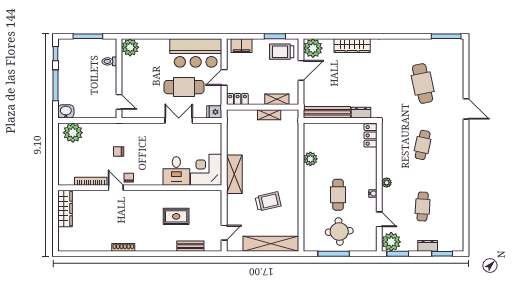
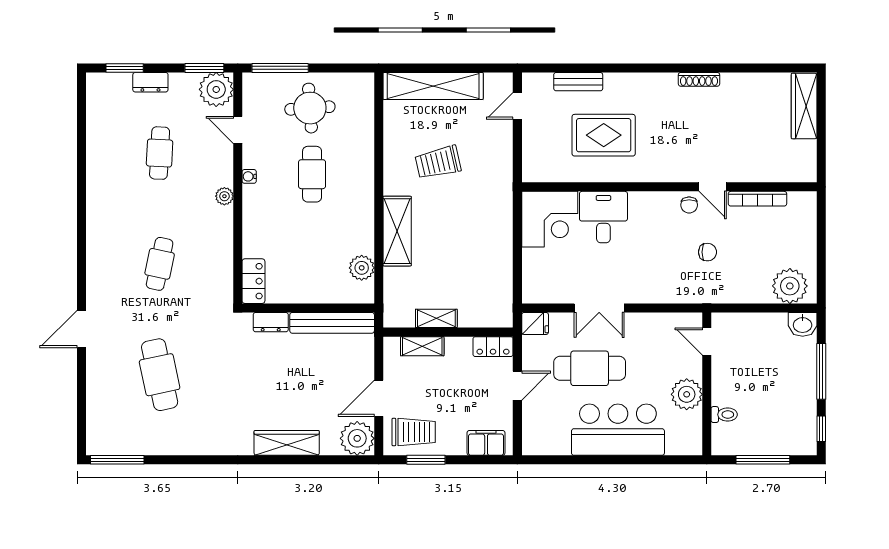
plant: (130, 47) -> (687, 394), moved
bar counter: (196, 53) -> (618, 430), moved
door: (466, 109) -> (81, 329), hinge flipped
plant: (310, 159) -> (362, 268), moved
shelving: (234, 174) -> (397, 231), moved
wardrobe: (65, 208) -> (804, 106), moved
rug: (176, 216) -> (604, 135), width x1.36, depth x1.43
window: (334, 254) -> (280, 68), moved

